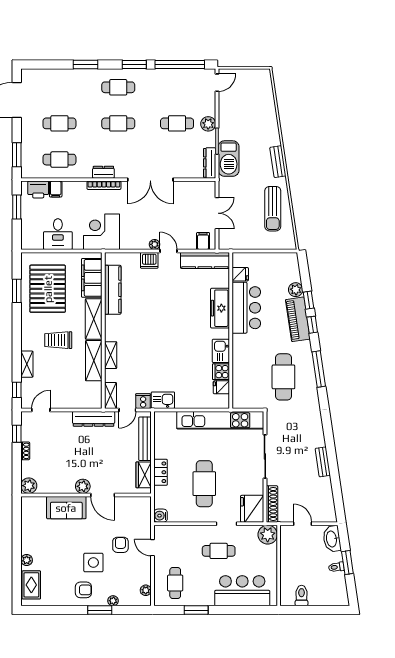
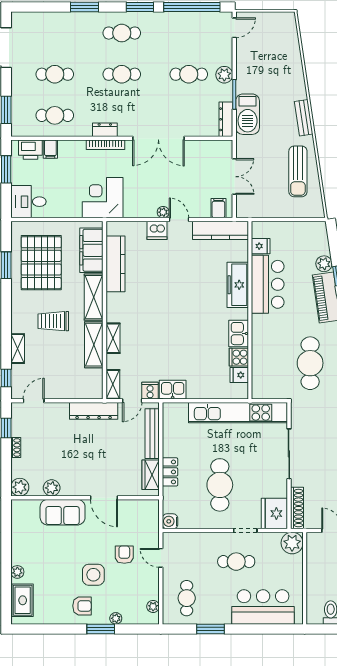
desk: (58, 234) -> (28, 202), moved, turned 90
plant: (83, 486) -> (52, 488), moved

